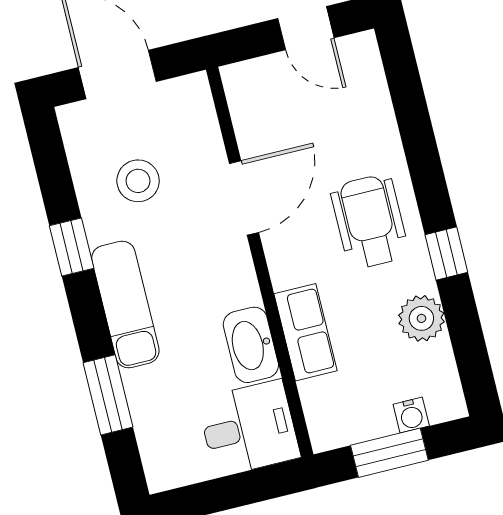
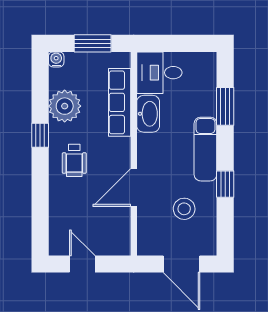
wheelchair: (370, 222) -> (74, 160), width x0.73, depth x0.73
plant: (421, 318) -> (65, 106), width x1.36, depth x1.36
row of seats: (306, 332) -> (120, 102), width x1.48
water cooler: (411, 415) -> (56, 59), moved

